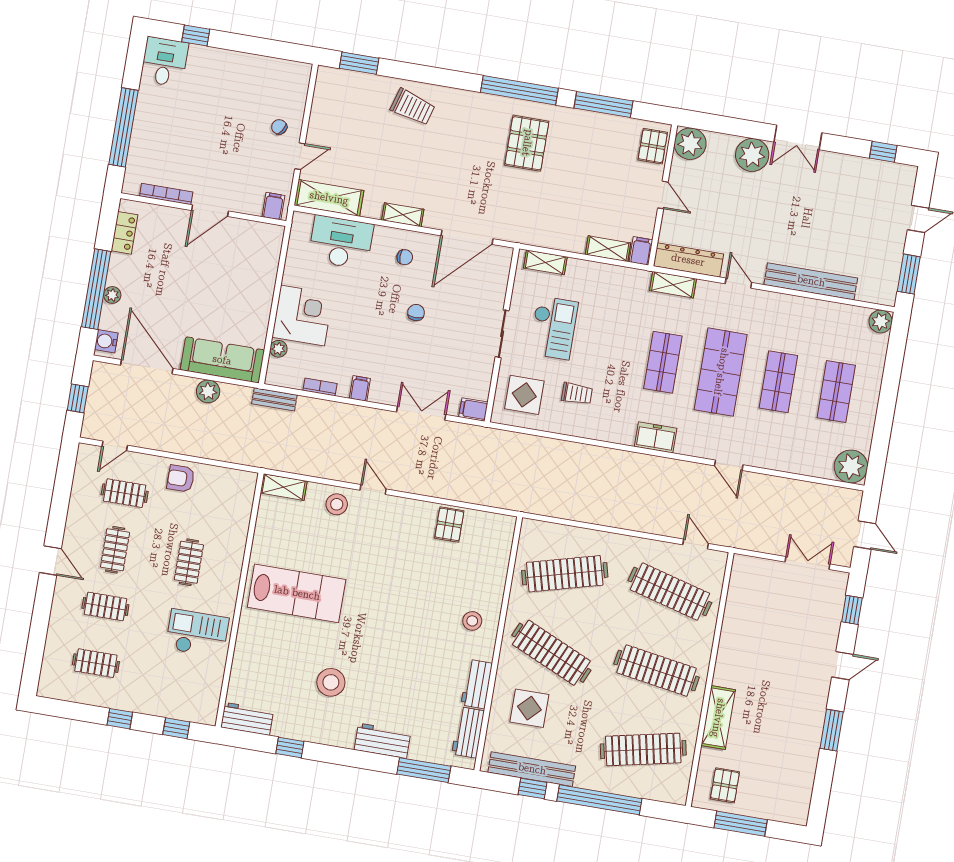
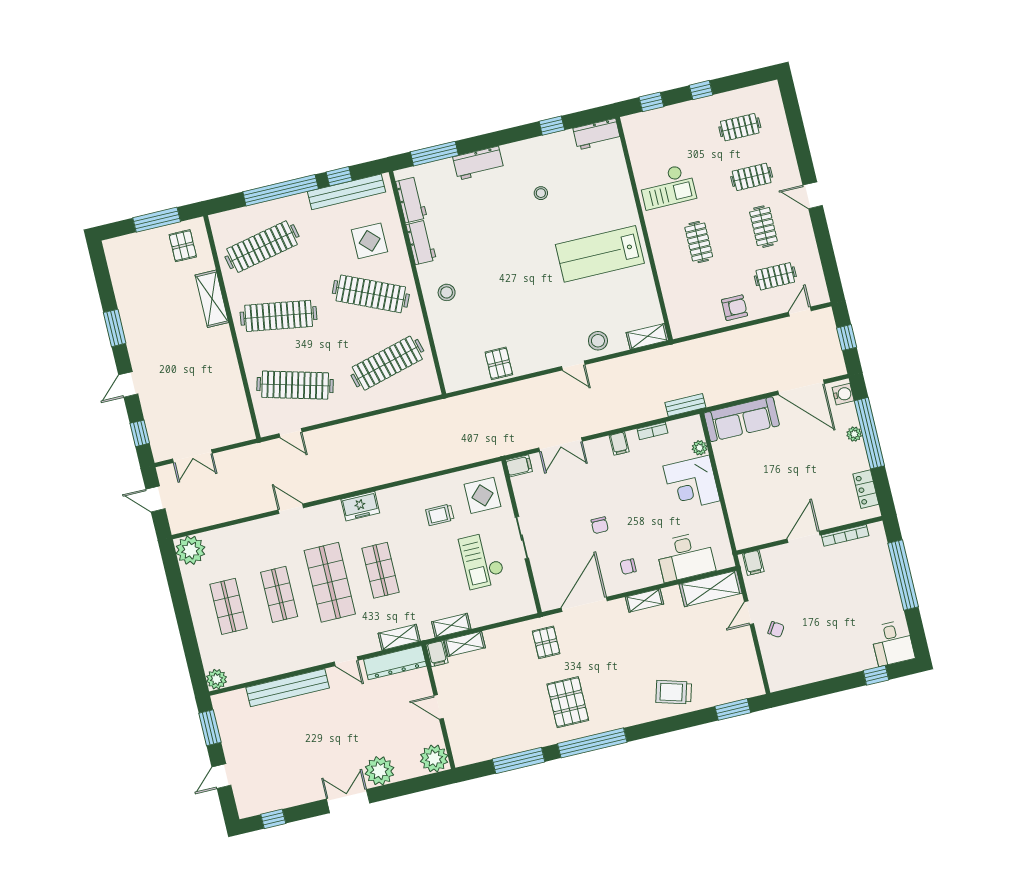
pallet: (653, 146) -> (546, 642), moved
shelving: (545, 262) -> (451, 625), moved
plant: (208, 391) -> (742, 388), removed
stool: (331, 682) -> (541, 193), width x0.53, depth x0.53

